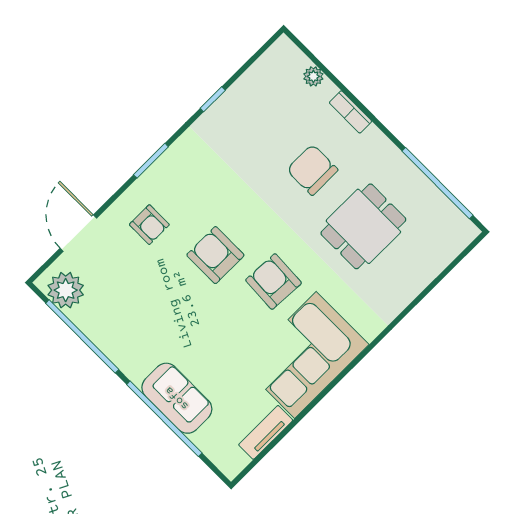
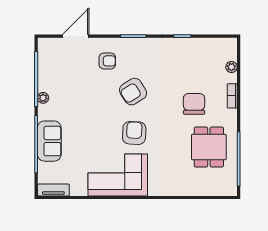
armchair: (149, 225) -> (107, 61), turned -90
dining table: (363, 226) -> (209, 147), moved, turned 90
armchair: (215, 255) -> (133, 92), moved, turned -122
plant: (66, 290) -> (43, 98), moved, width x0.53, depth x0.53
tv unit: (266, 432) -> (53, 190), moved

